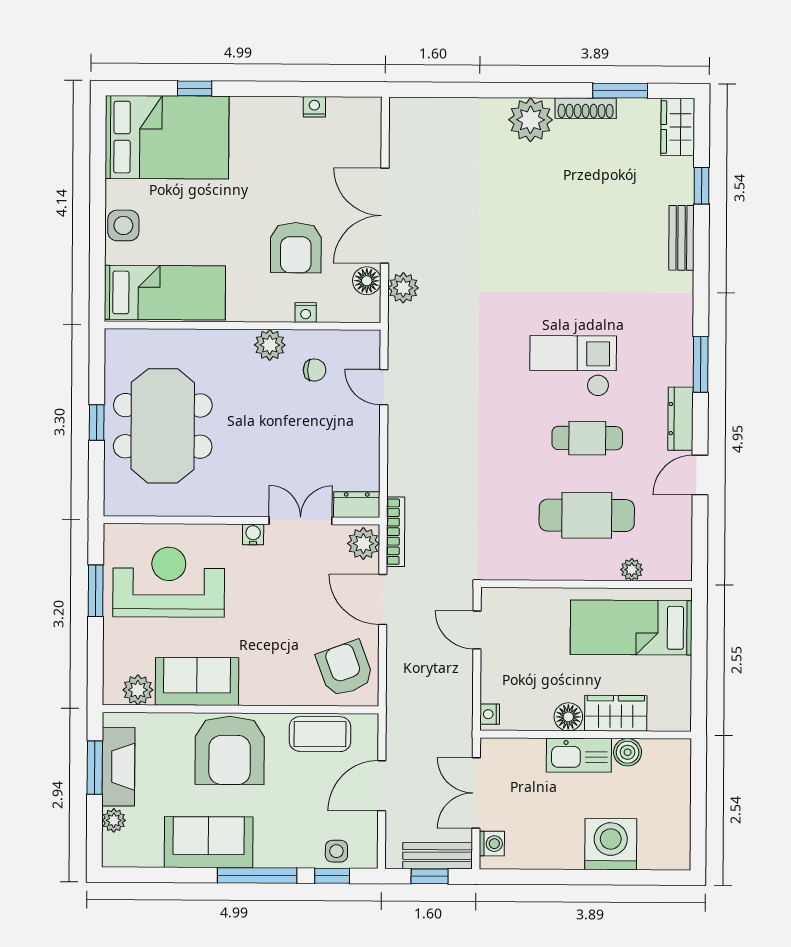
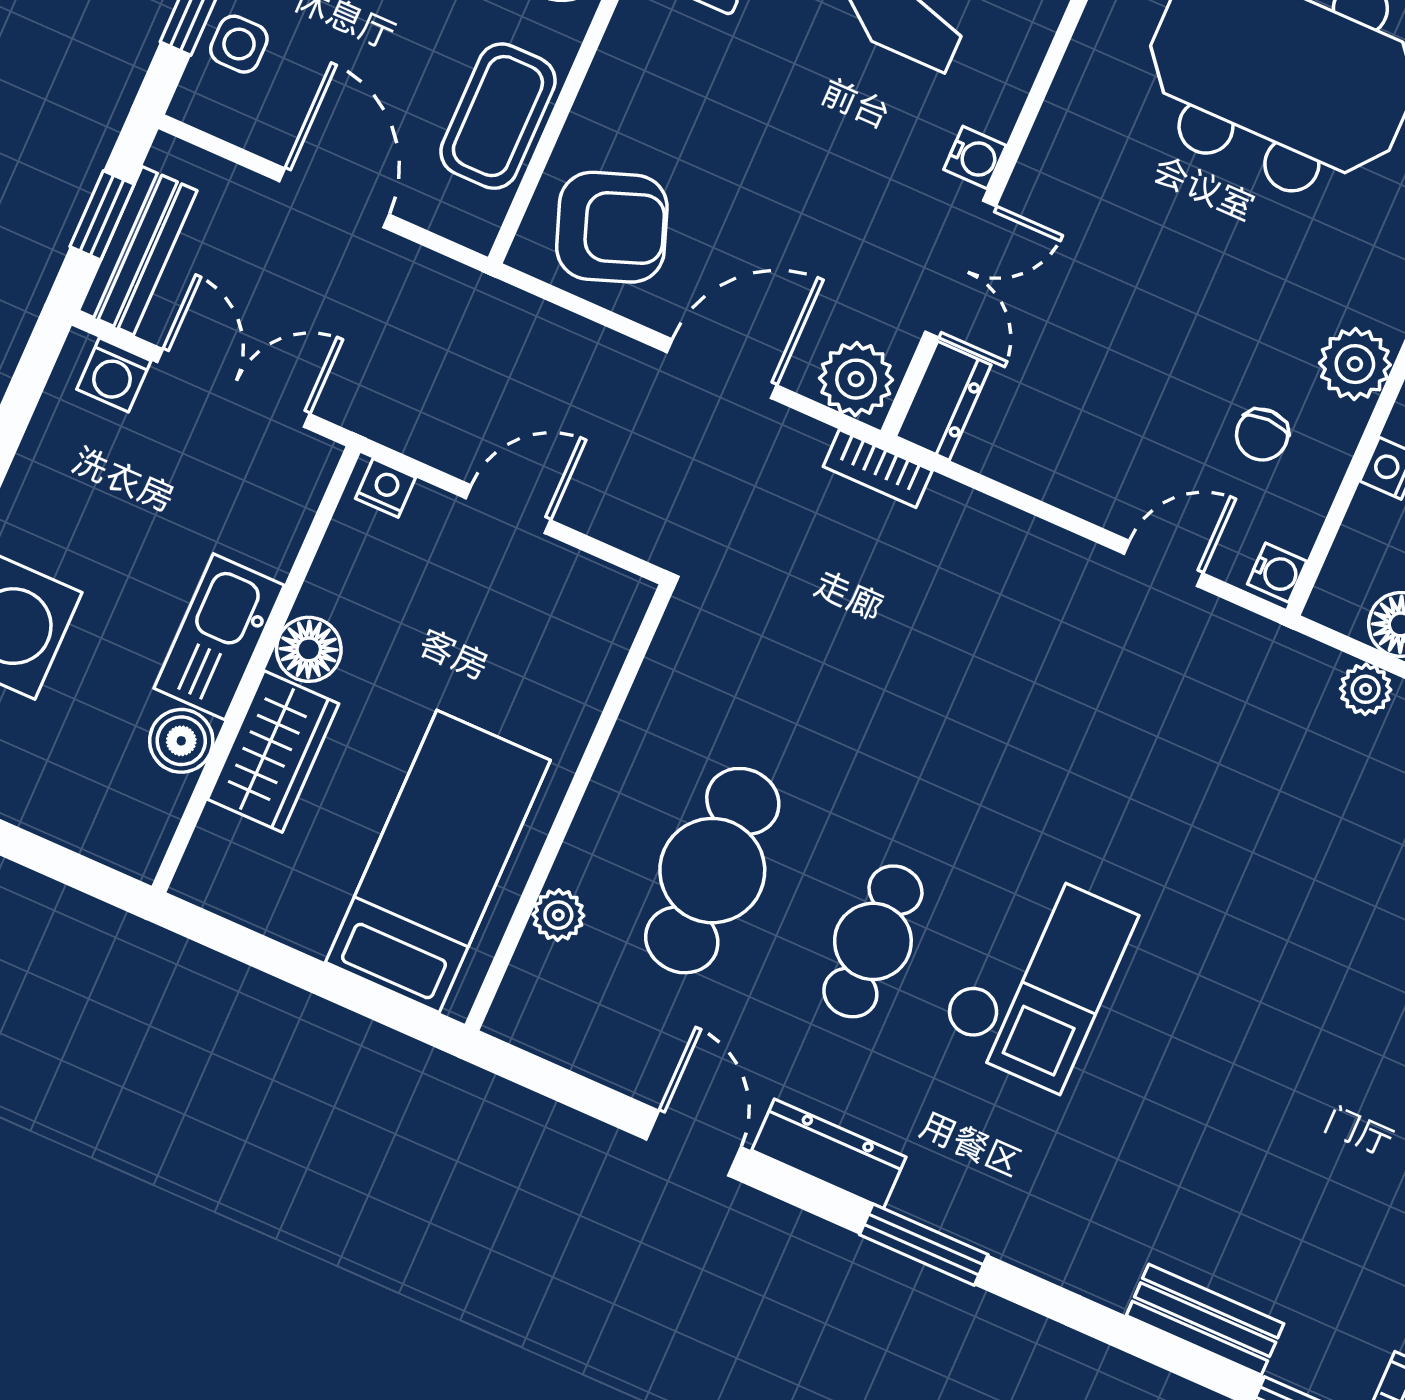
plant: (403, 288) -> (1366, 689), width x0.73, depth x0.73
water cooler: (368, 340) -> (1277, 573), added
bookcase: (396, 532) -> (878, 469), width x0.64
door: (477, 630) -> (508, 509), moved

